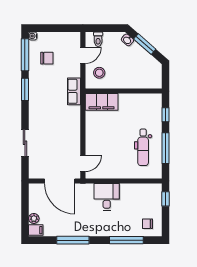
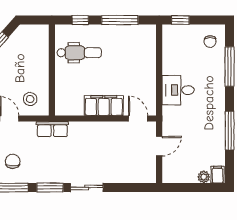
filing cabinet: (102, 102) -> (104, 105), moved, turned -90
sliding door: (25, 143) -> (87, 187), moved
dental chair: (143, 147) -> (79, 53), moved
door: (60, 181) -> (159, 146), width x0.53

